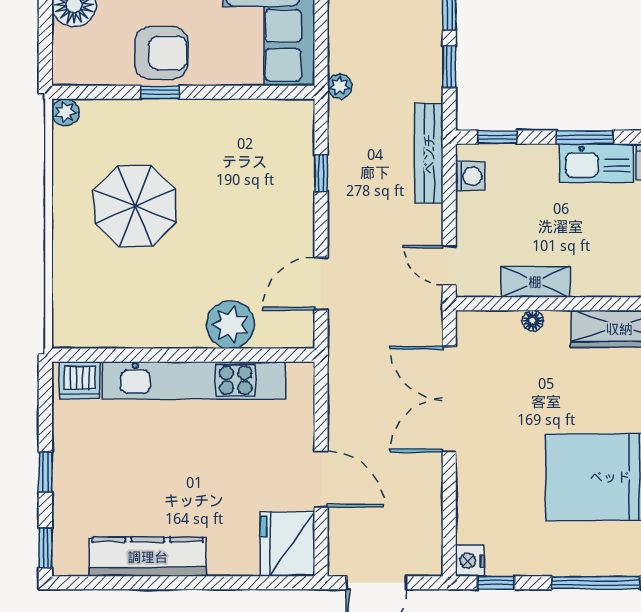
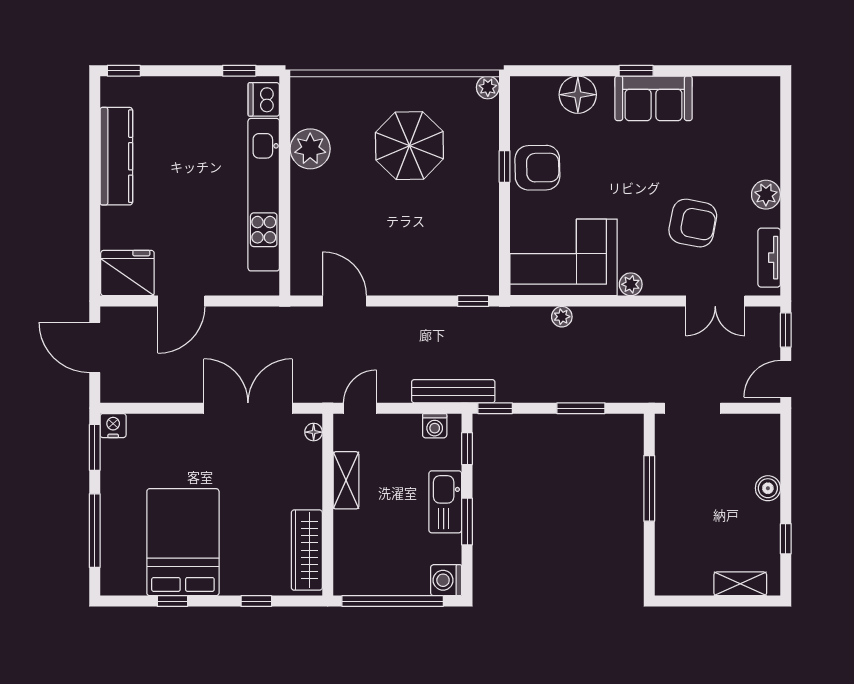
armchair: (161, 53) -> (537, 168), turned -91
window: (449, 67) -> (495, 408), moved
plant: (340, 86) -> (562, 317), moved
kitchen sink: (597, 163) -> (445, 502), moved
window: (321, 173) -> (473, 301), moved
floor lamp: (533, 321) -> (314, 432), moved
plant: (230, 325) -> (310, 149), moved
window: (45, 472) -> (239, 71), moved
window: (496, 583) -> (95, 447), width x1.50

